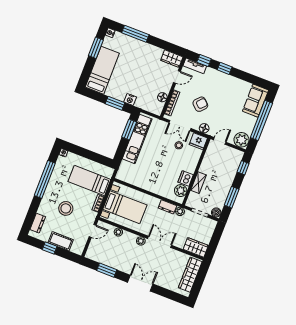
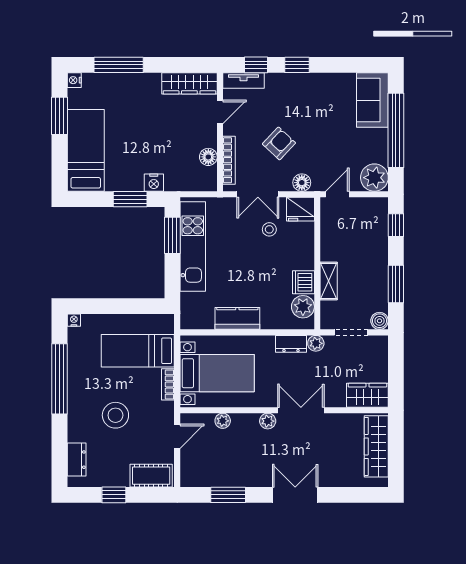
wardrobe: (172, 59) -> (189, 83), width x1.50
kitchen counter: (146, 184) -> (237, 318), added
cot: (61, 241) -> (151, 476), moved

